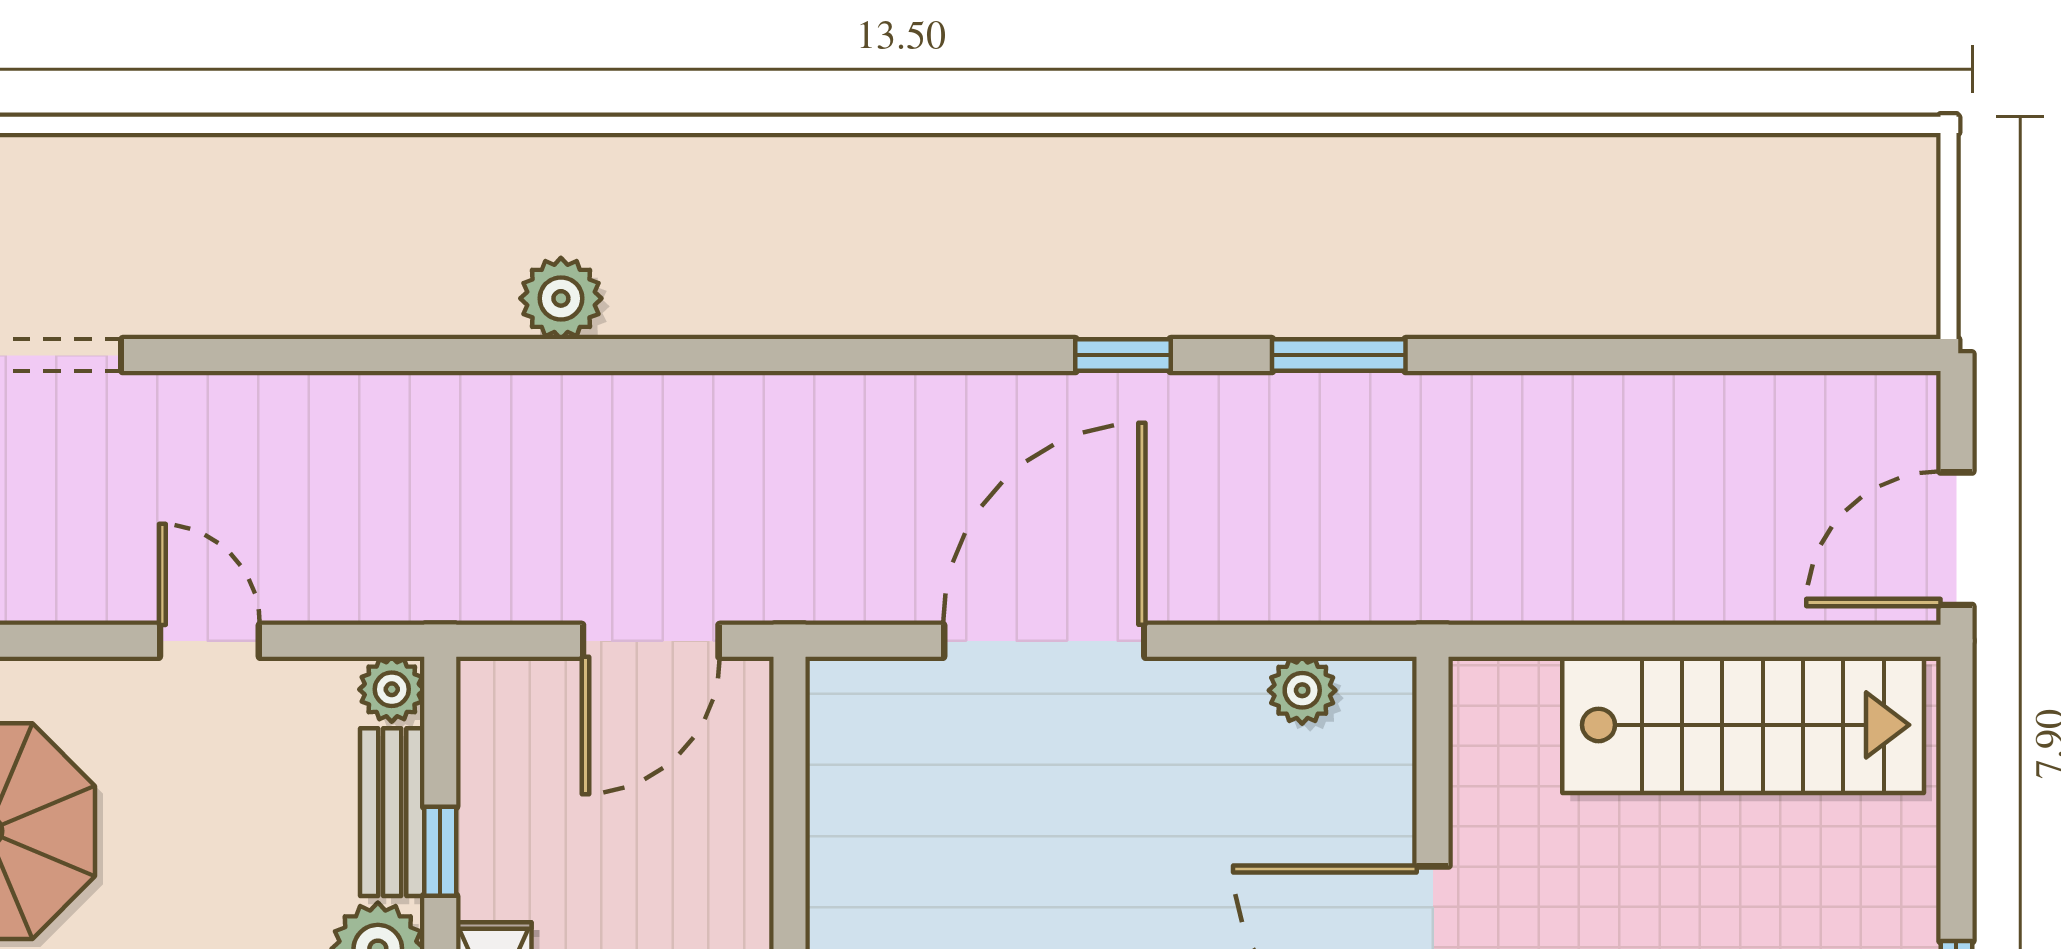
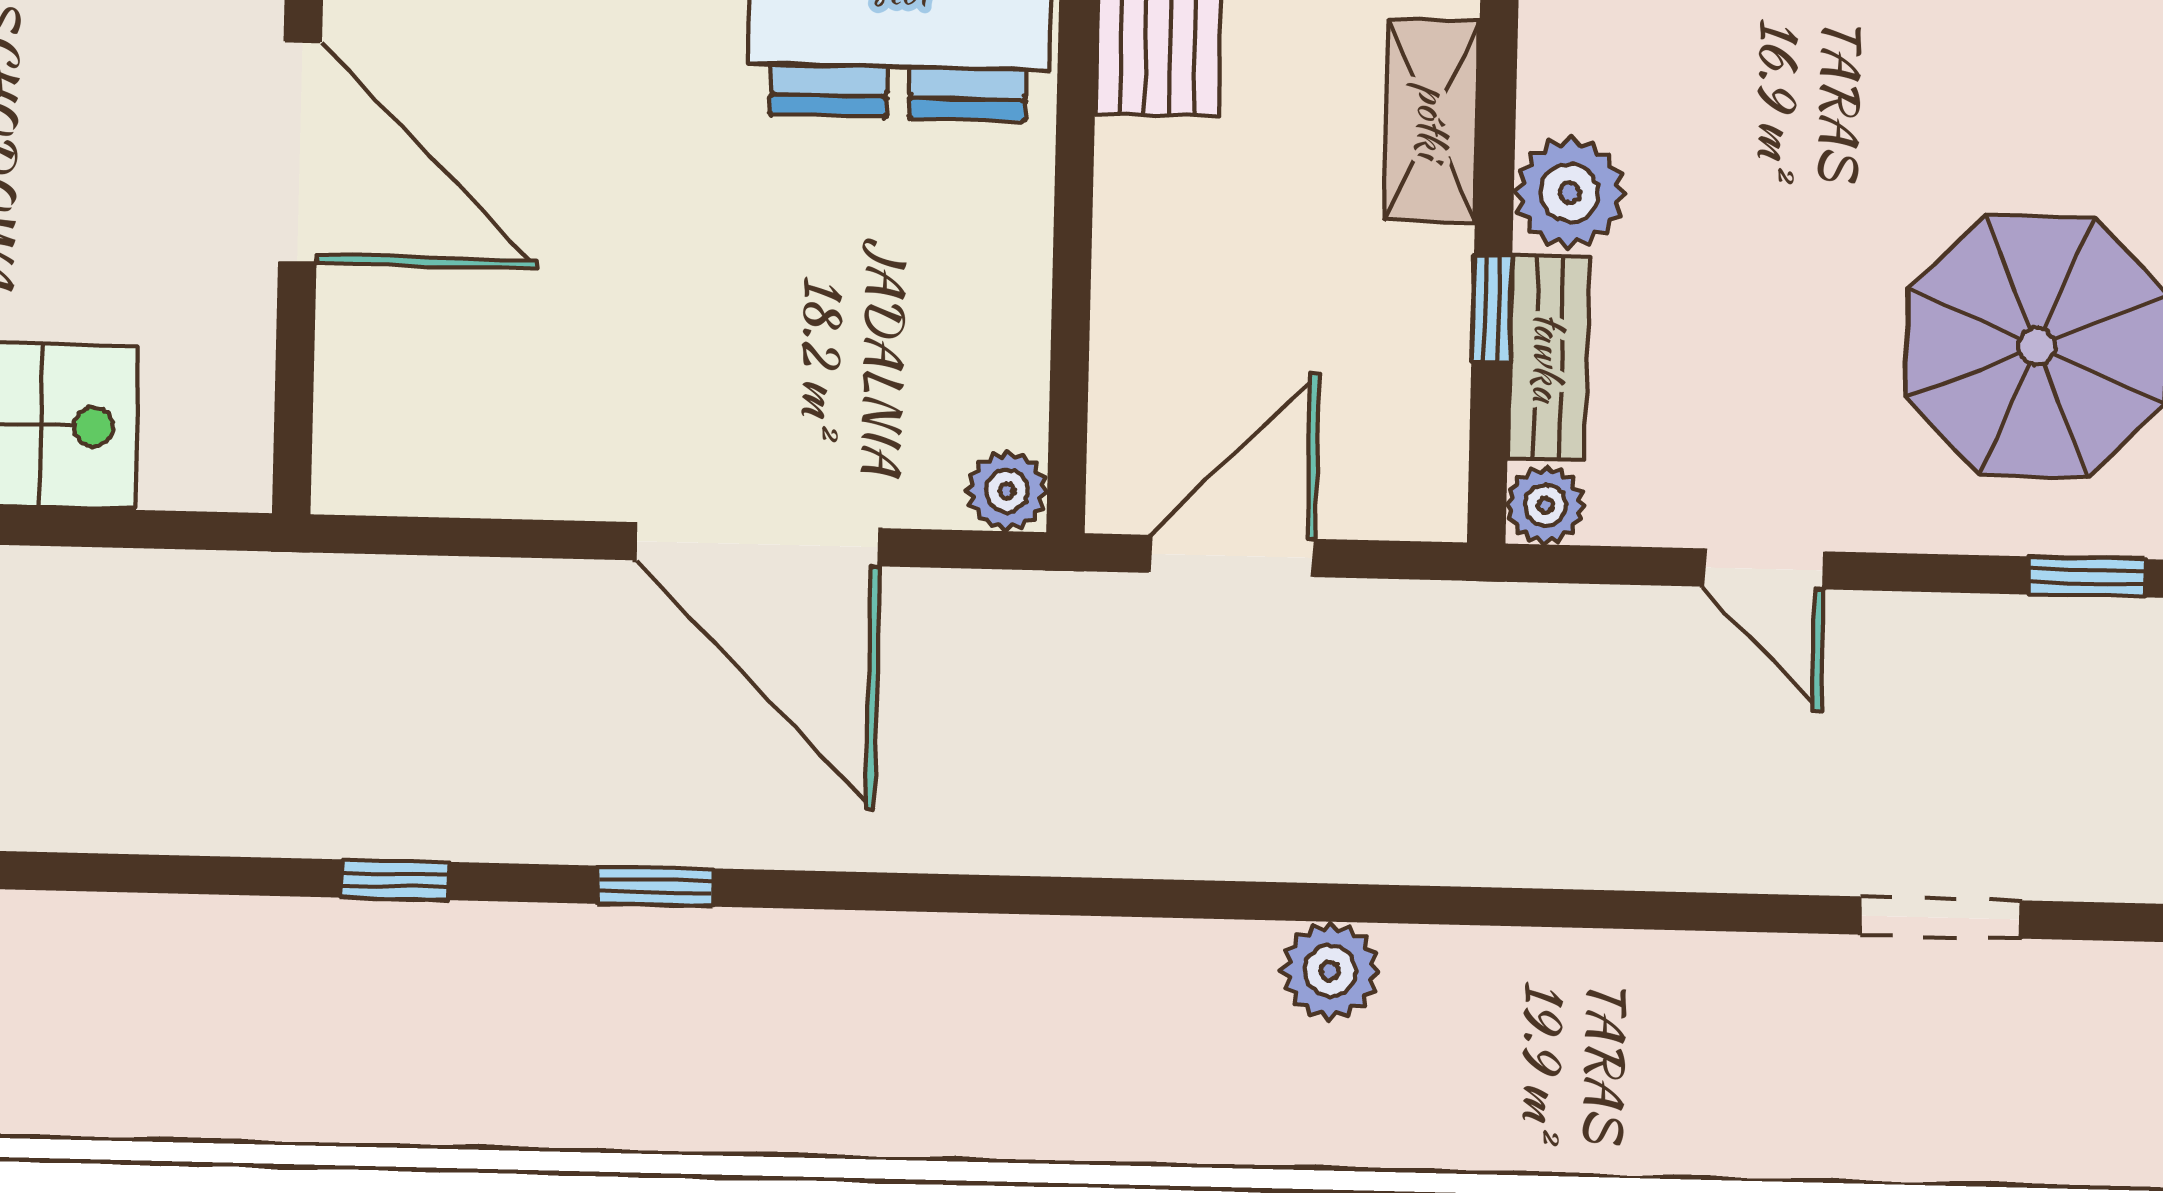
window: (1339, 355) -> (395, 880), width x0.67
door: (1044, 641) -> (758, 544), hinge flipped
plant: (1302, 690) -> (1007, 491), moved

